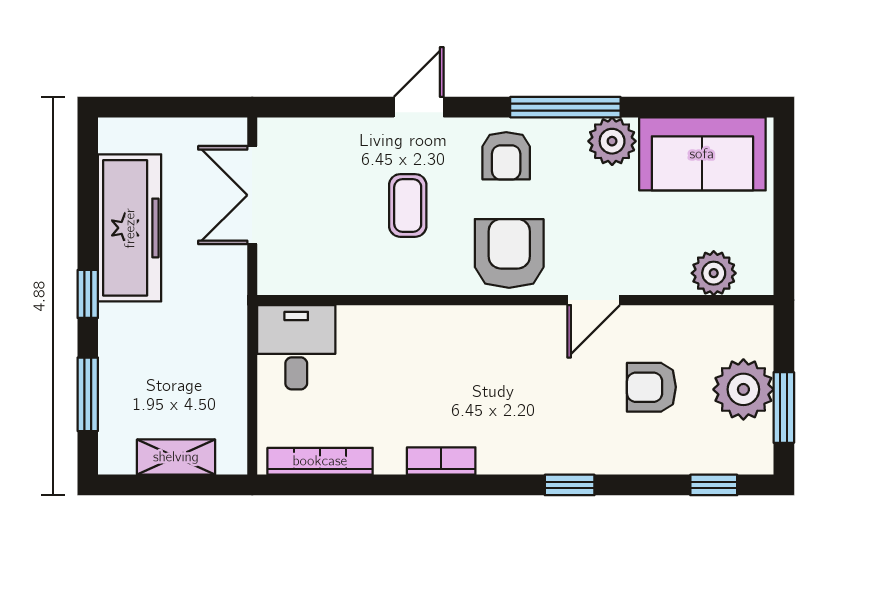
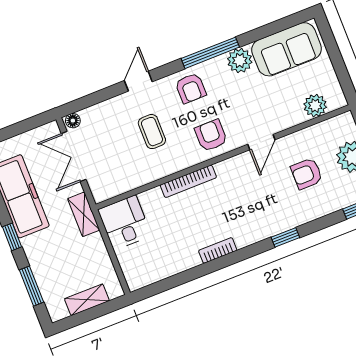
floor lamp: (276, 131) -> (73, 121), added
armchair: (509, 253) -> (211, 135), width x0.72, depth x0.72
shelving: (230, 304) -> (84, 214), added
bookcase: (320, 461) -> (188, 181), moved, turned 180

